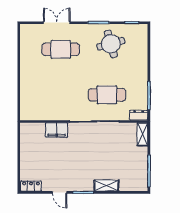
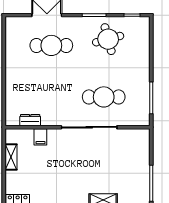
dresser: (139, 115) -> (30, 120), moved
filing cabinet: (57, 130) -> (40, 137), width x0.50
shelving: (143, 134) -> (11, 157), moved

